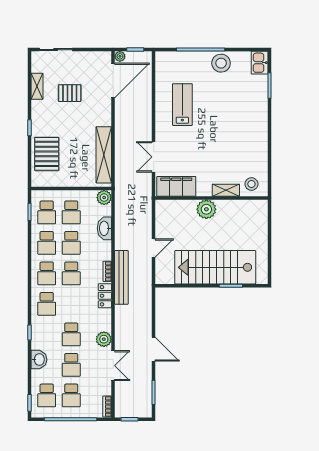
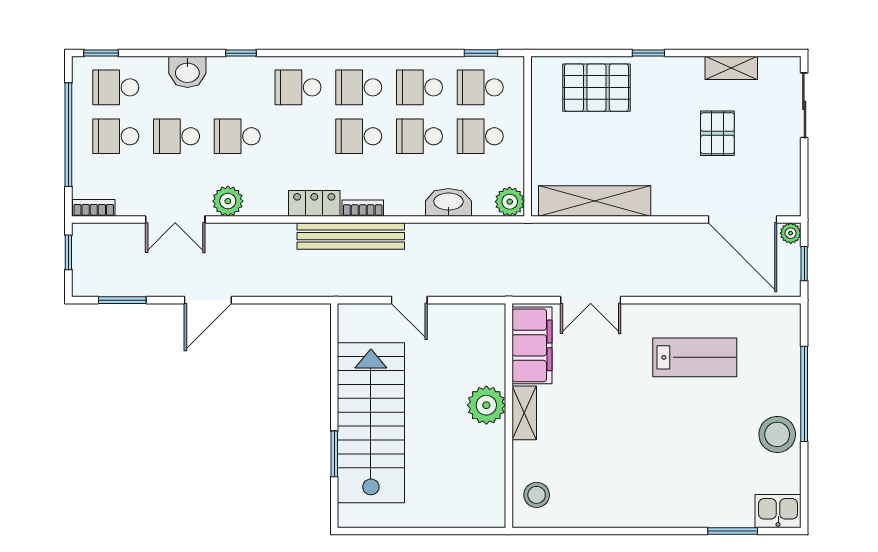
double door: (154, 157) -> (591, 300), swing flipped
shelving: (226, 190) -> (524, 413), moved

